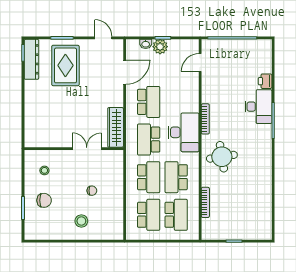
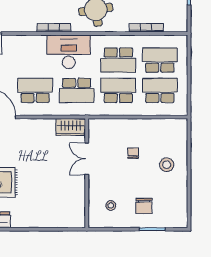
wardrobe: (116, 127) -> (71, 127), width x0.67
chair: (44, 200) -> (144, 206), turned 180

